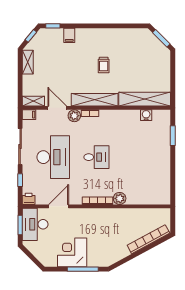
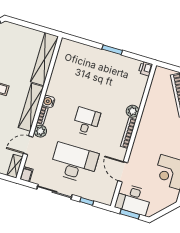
water cooler: (146, 115) -> (49, 101), moved
window: (173, 136) -> (112, 50), moved
printer: (29, 199) -> (146, 69), moved

